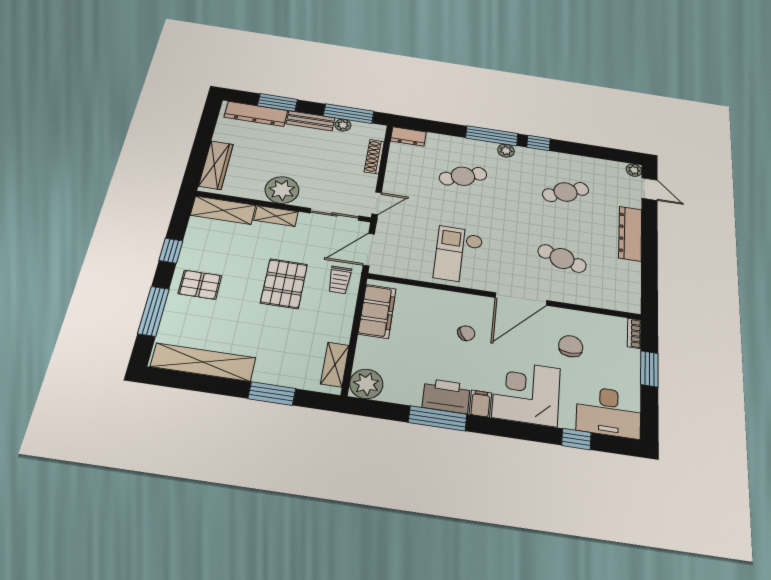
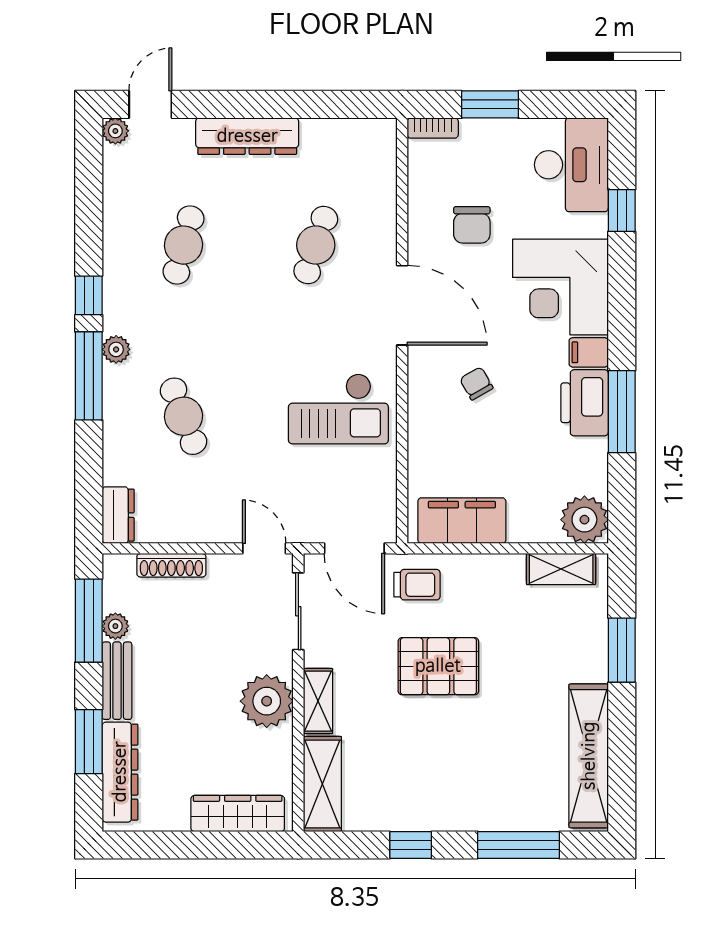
cafe table: (566, 192) -> (184, 245), turned 39
pallet: (200, 285) -> (462, 789), removed
chair: (571, 346) -> (472, 225), turned -90

